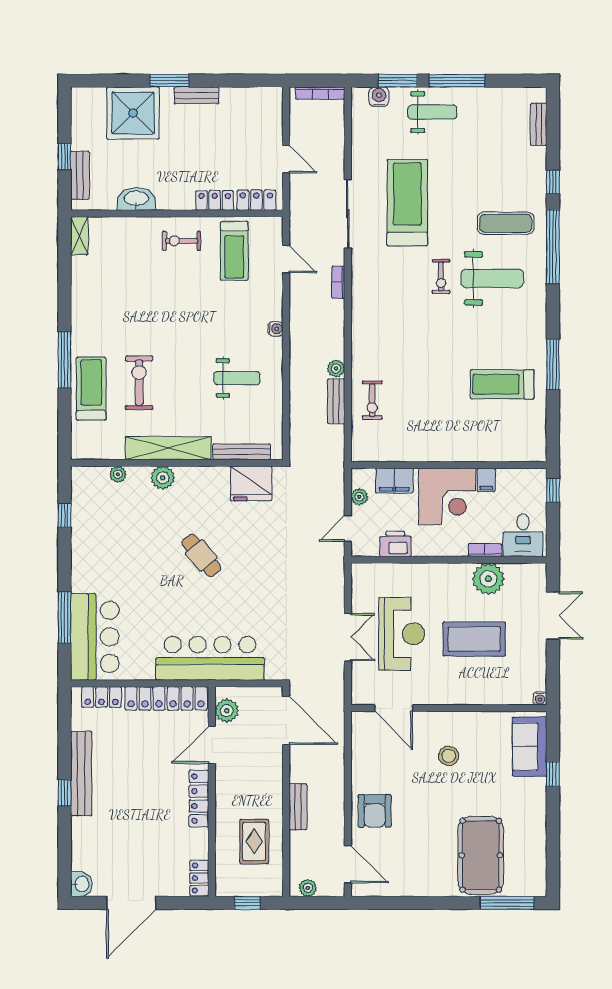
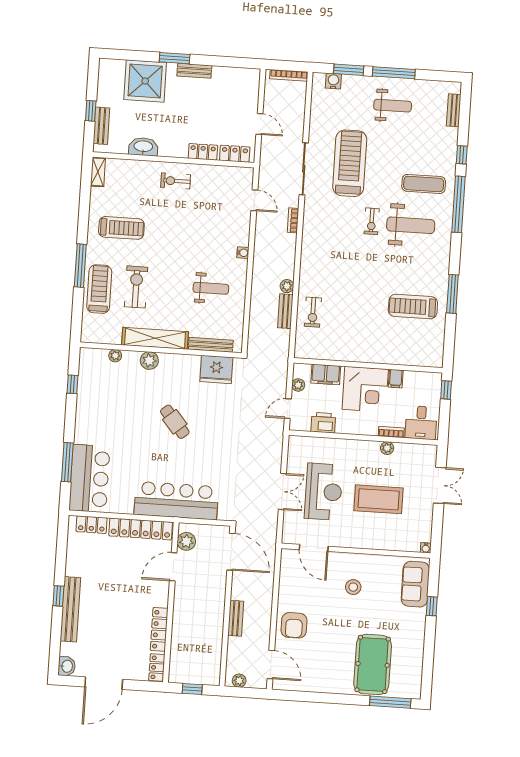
weight bench: (432, 112) -> (393, 106), moved
treadmill: (234, 251) -> (121, 228), moved, turned -90
plant: (488, 579) -> (387, 448), width x0.53, depth x0.53
bench: (81, 774) -> (70, 609), moved
locker: (199, 799) -> (159, 629), moved
rug: (254, 841) -> (201, 642), removed

